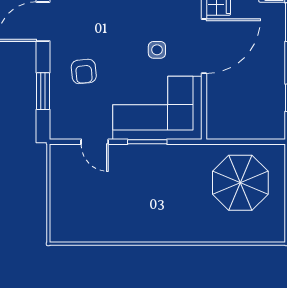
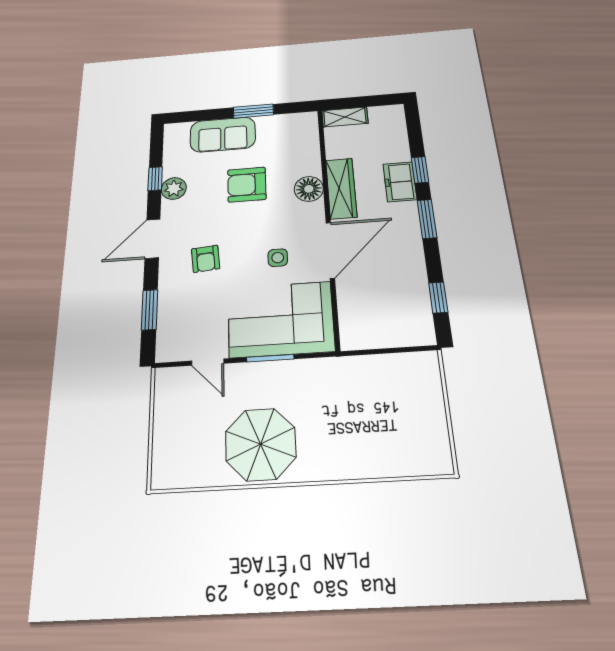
armchair: (84, 71) -> (206, 259), moved
parasol: (240, 183) -> (261, 444), moved

